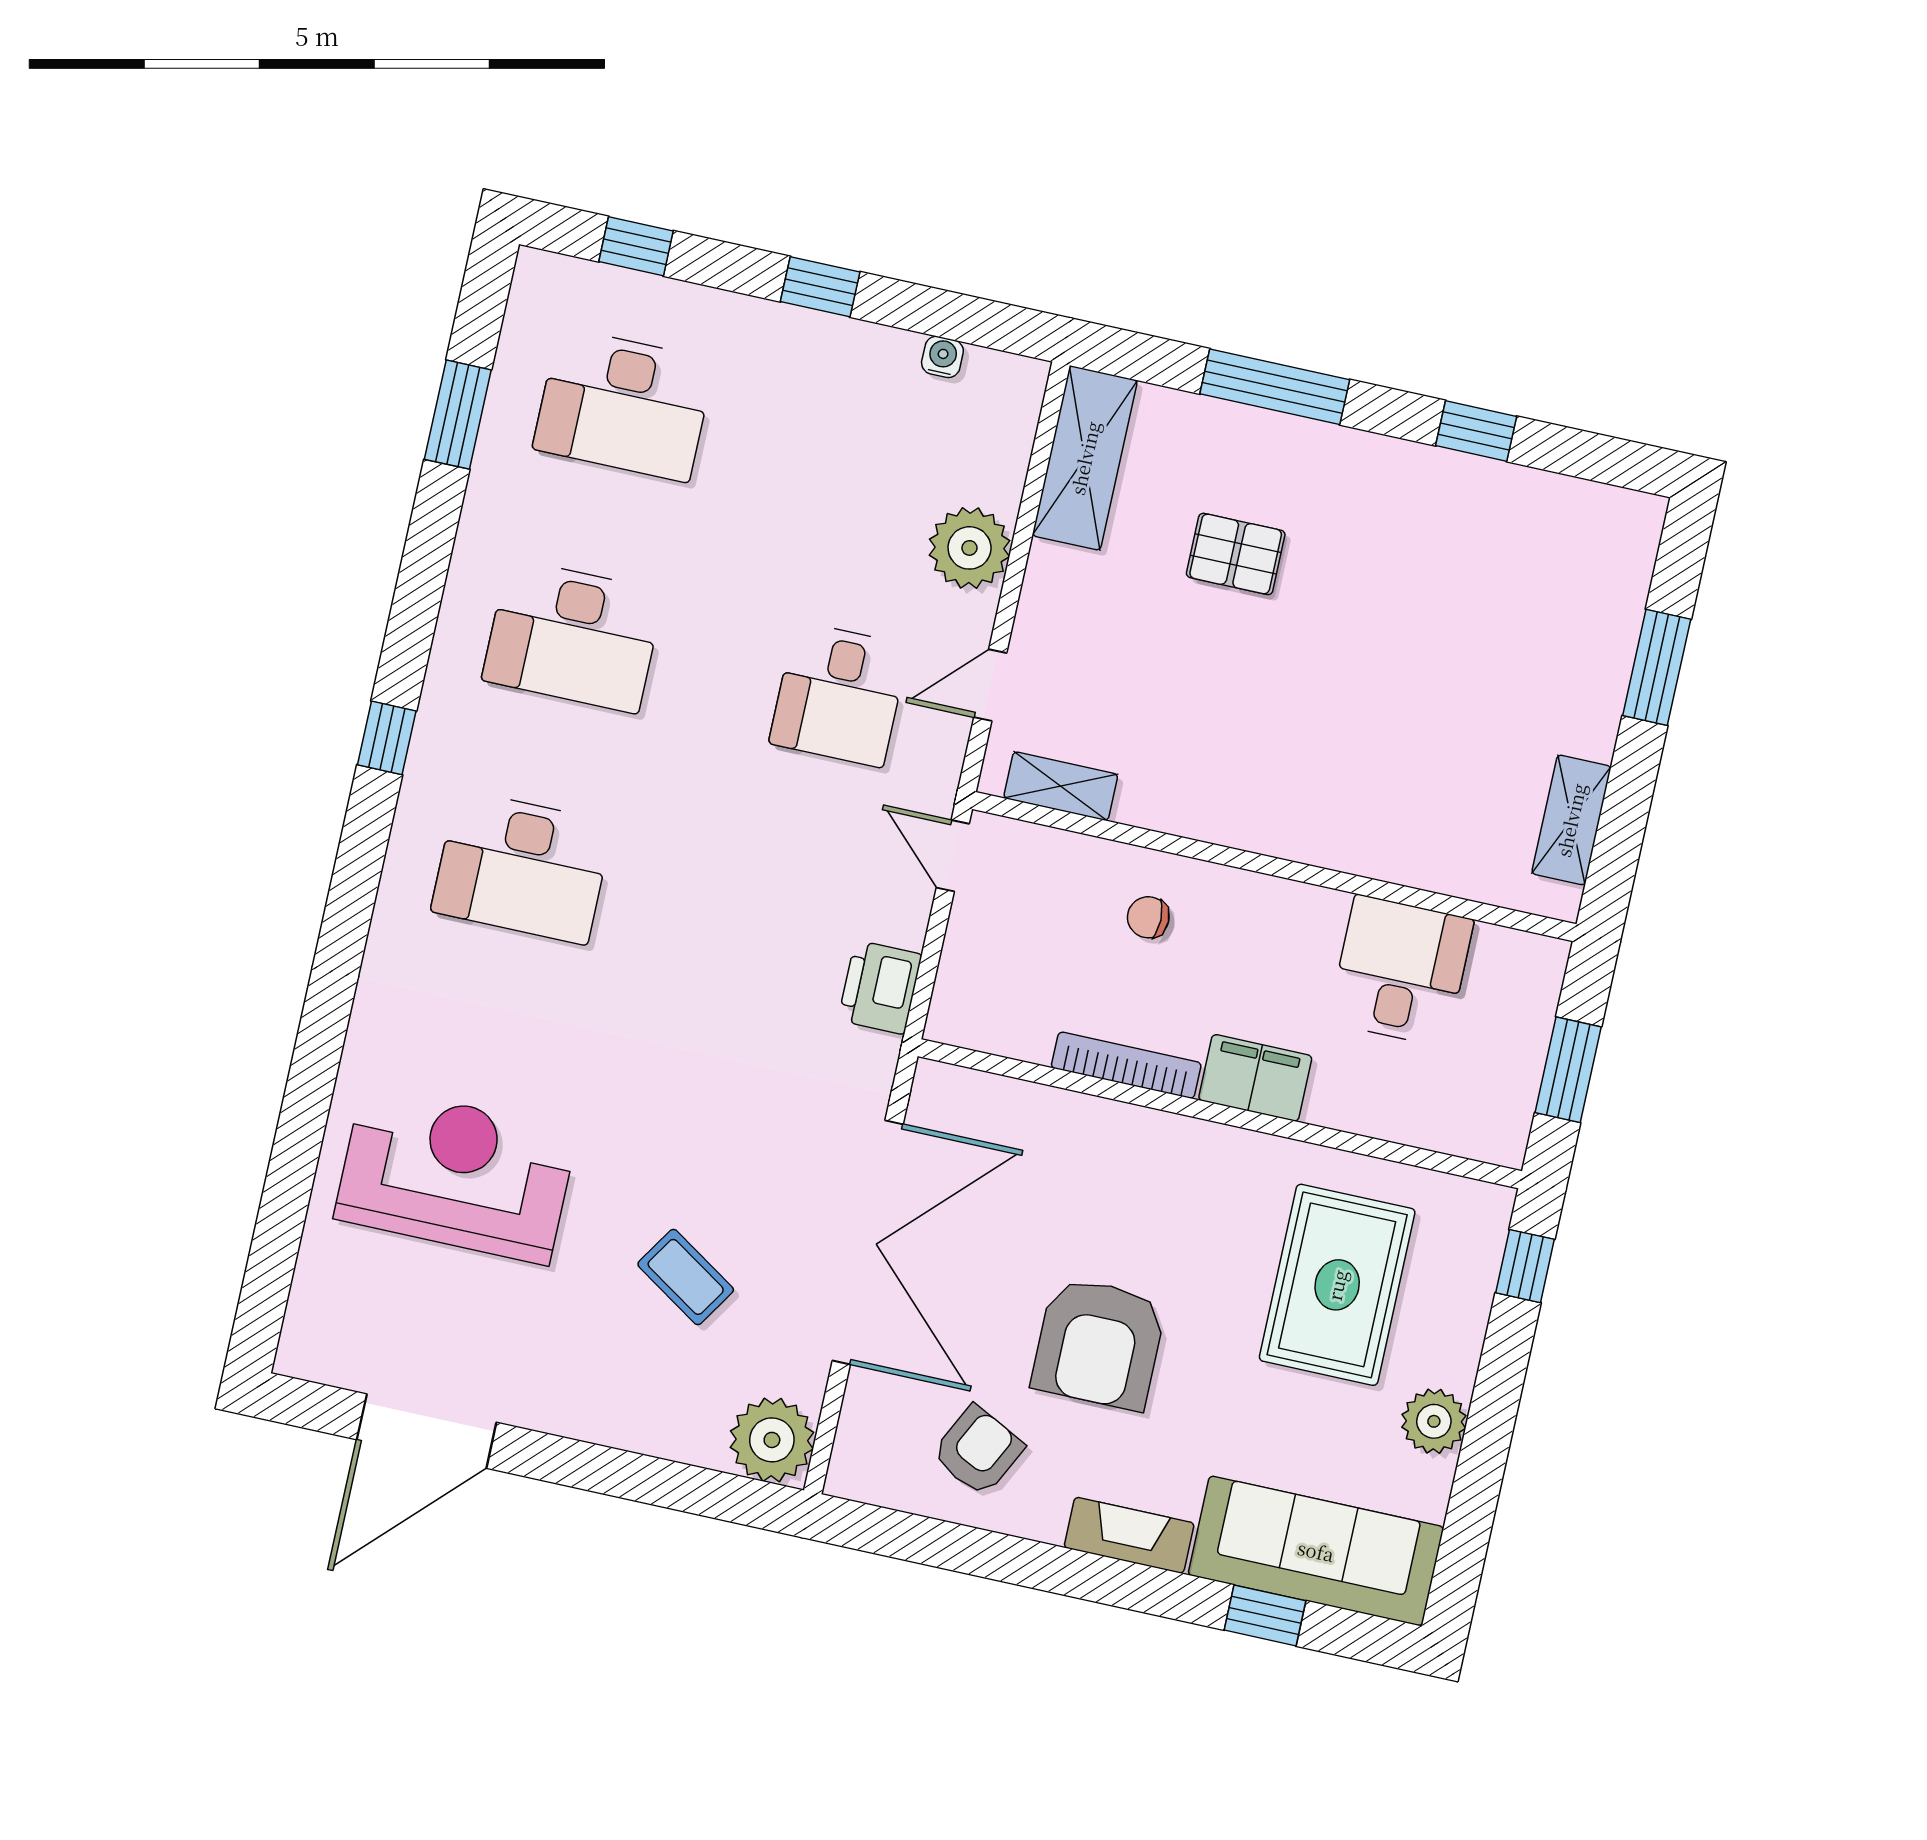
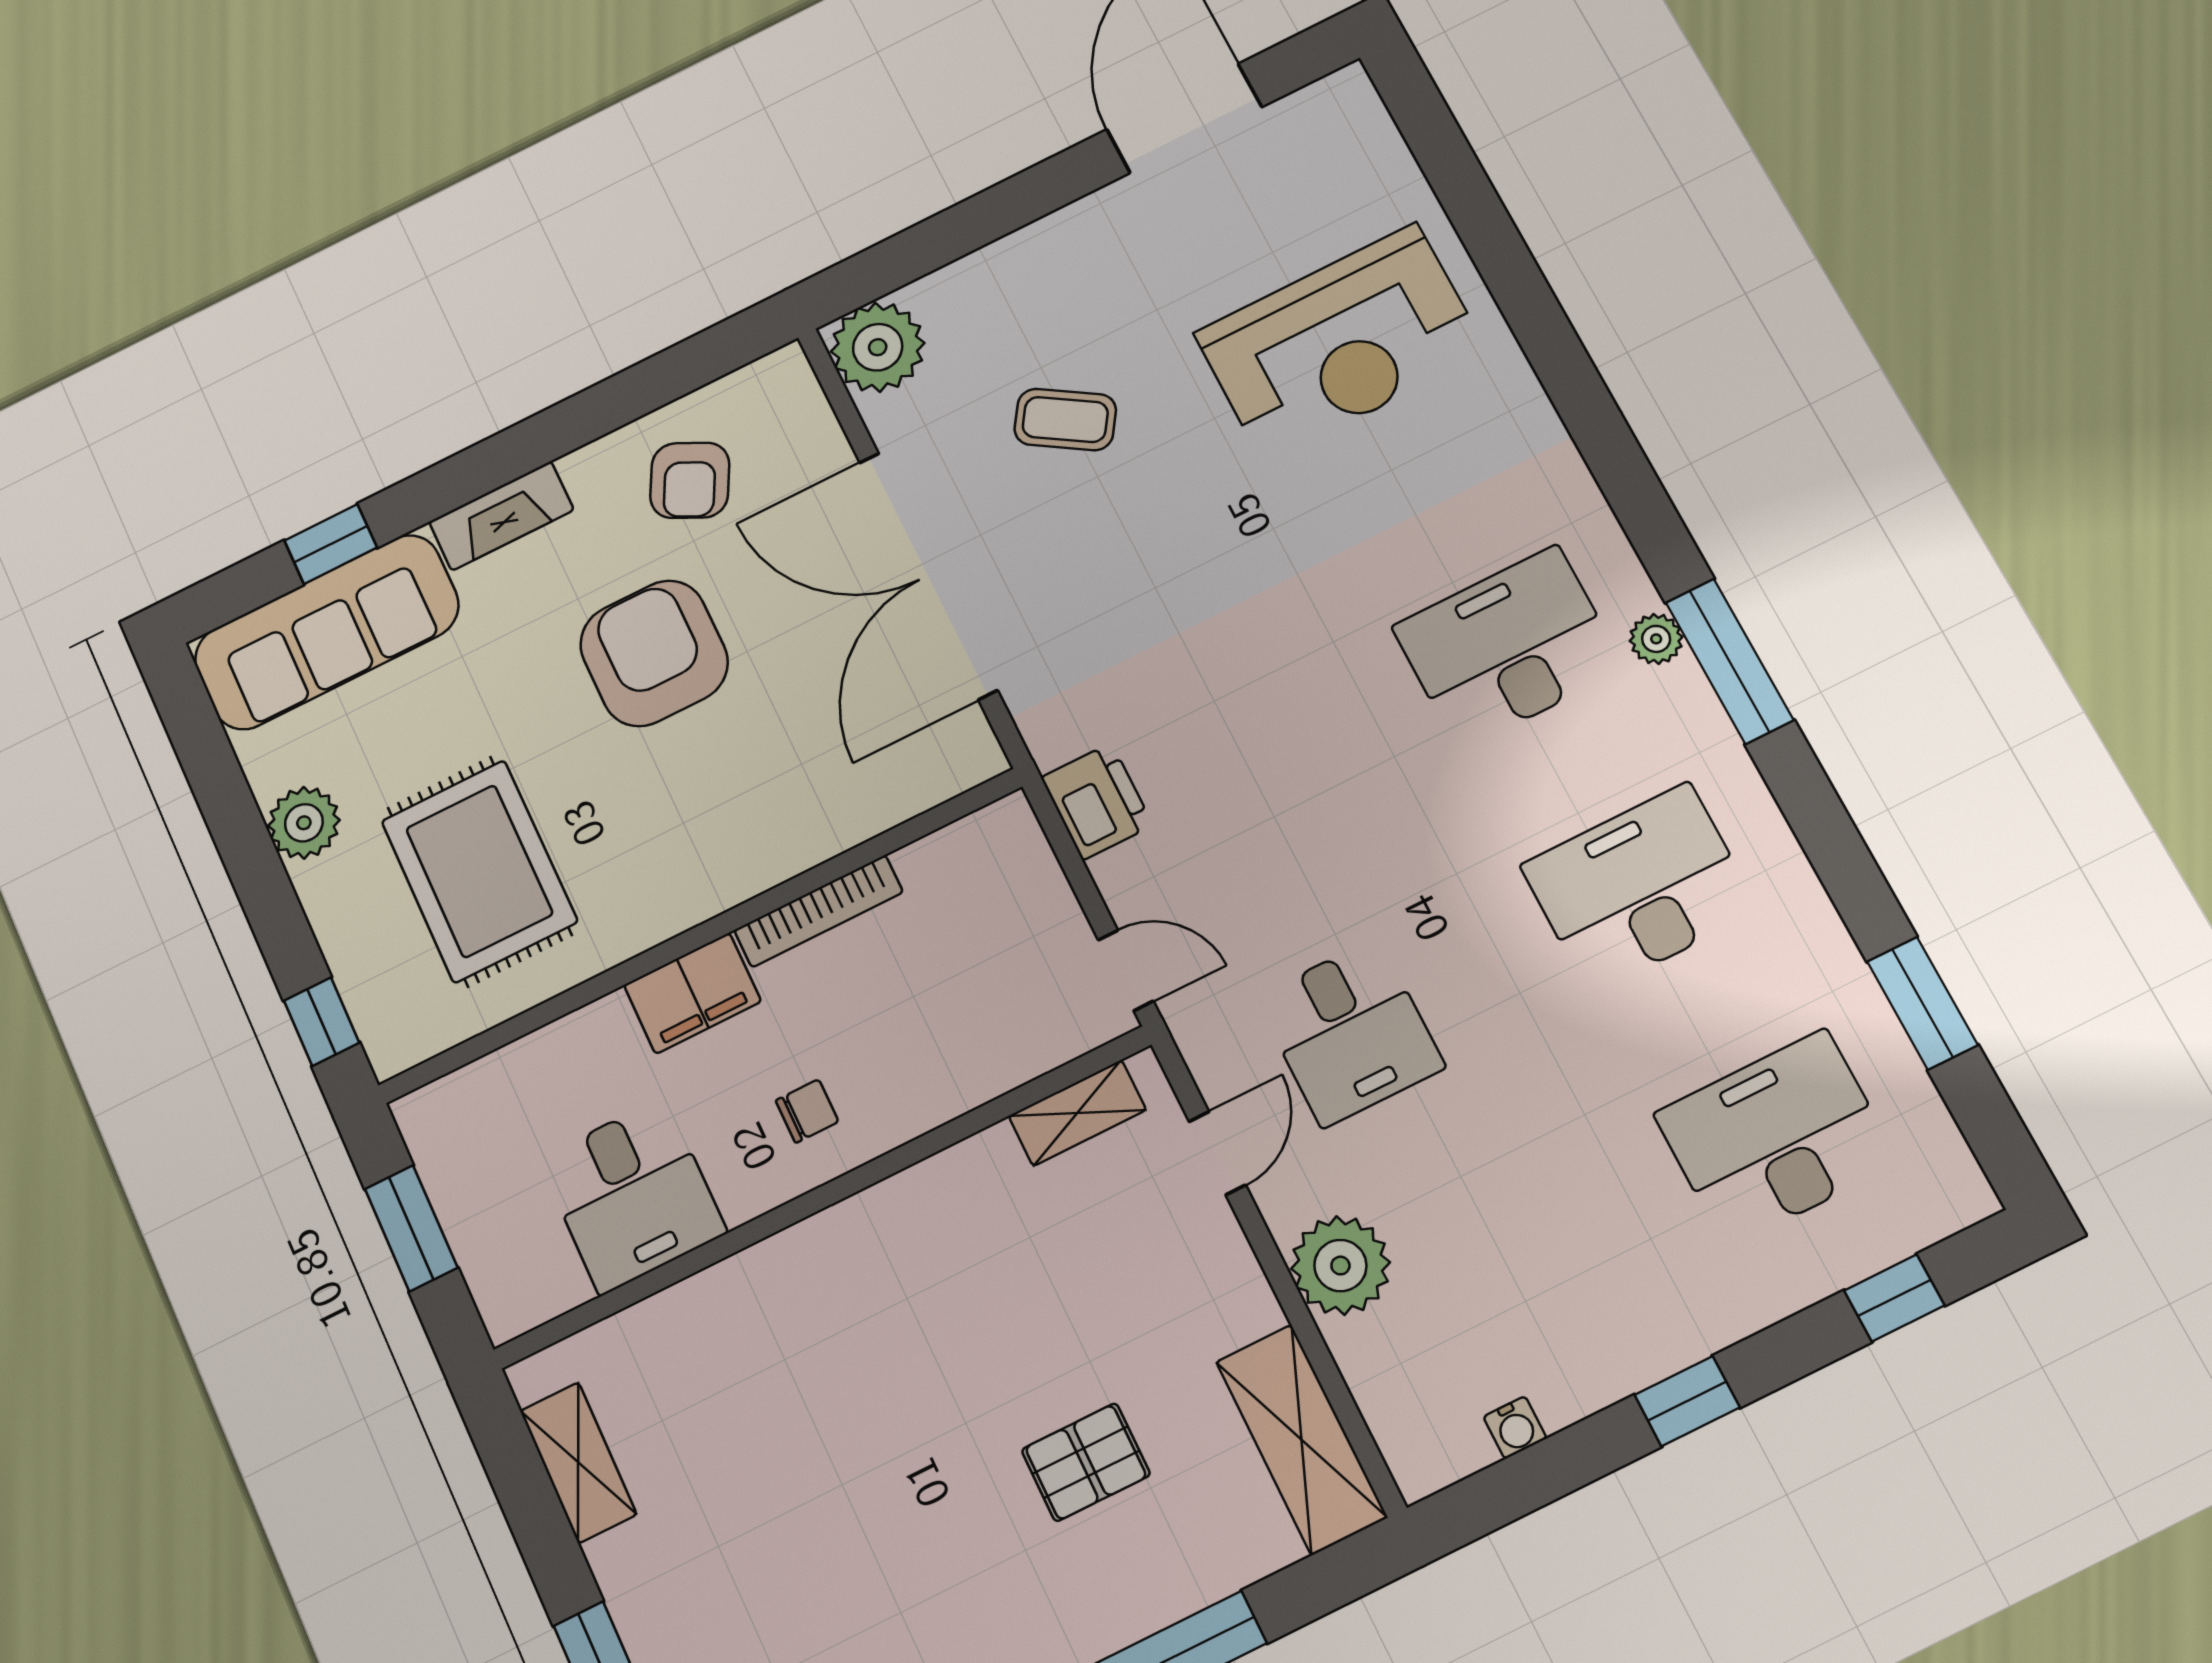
desk: (839, 694) -> (1350, 1032), turned 180
window: (387, 738) -> (1730, 661), width x2.17
plant: (421, 792) -> (1656, 639), added
chair: (1148, 917) -> (807, 1111), moved

